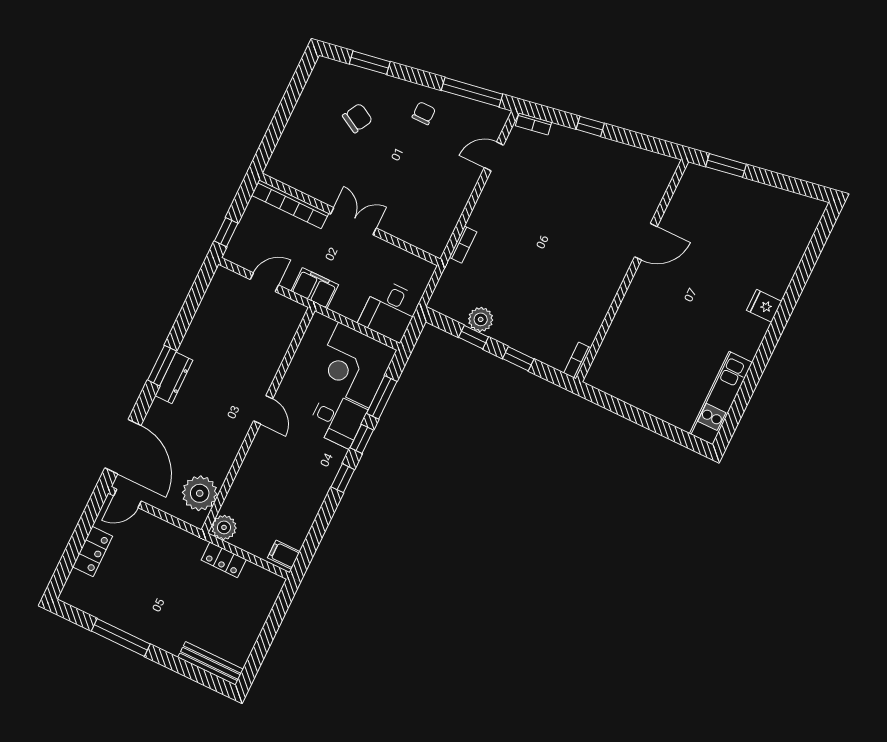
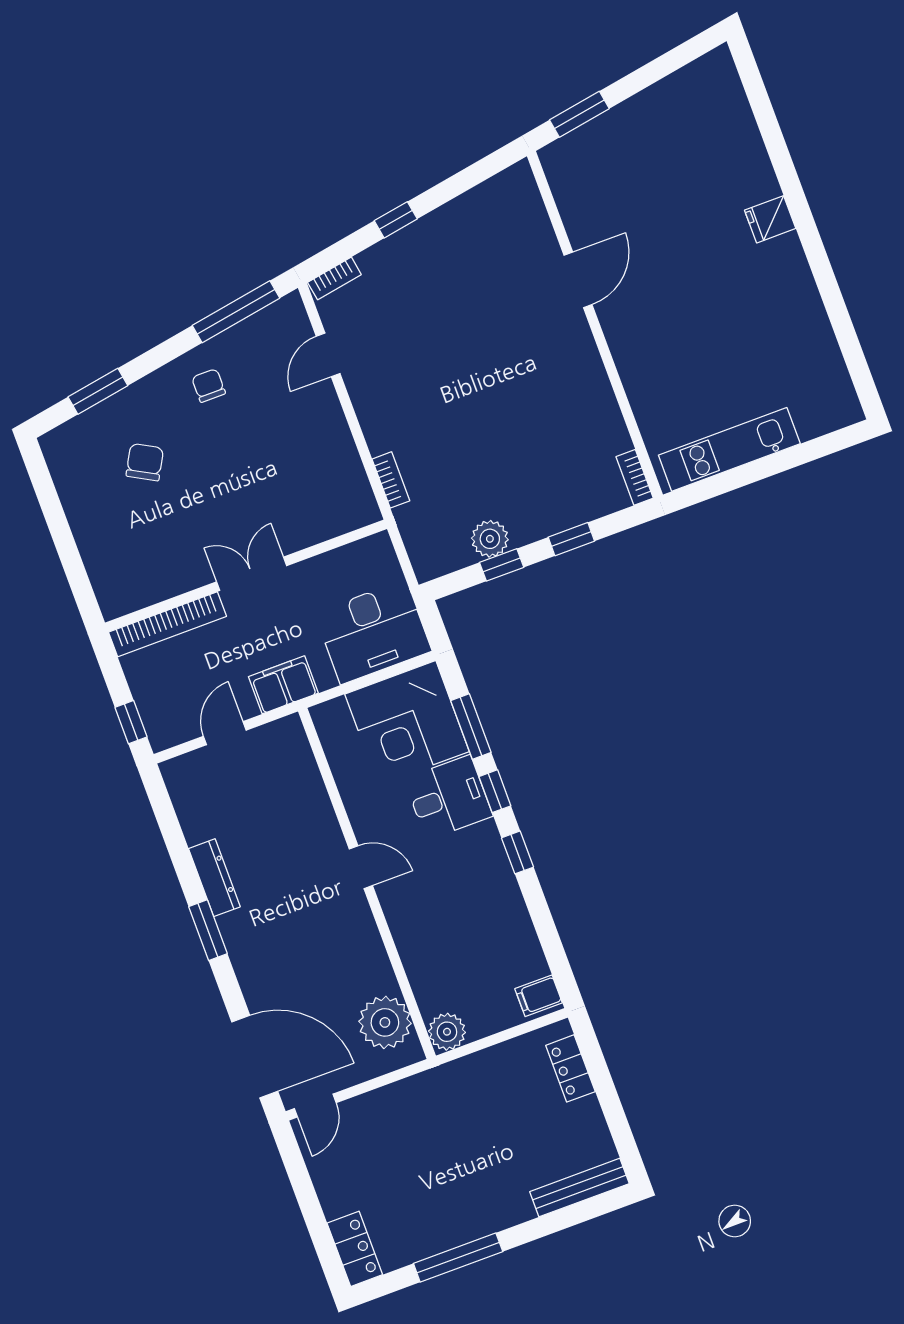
desk: (390, 310) -> (373, 632), width x1.37
dresser: (174, 378) -> (214, 878), moved
kitchen unit: (721, 398) -> (729, 449), moved, turned 90
locker: (93, 551) -> (355, 1249), moved
locker: (224, 560) -> (570, 1068), moved, turned 90

